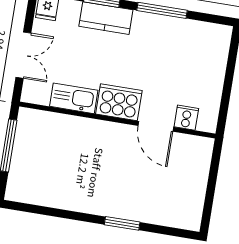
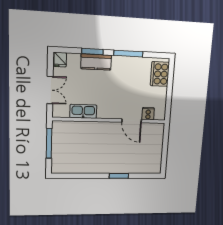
cooker: (119, 102) -> (160, 74), moved, turned -90

